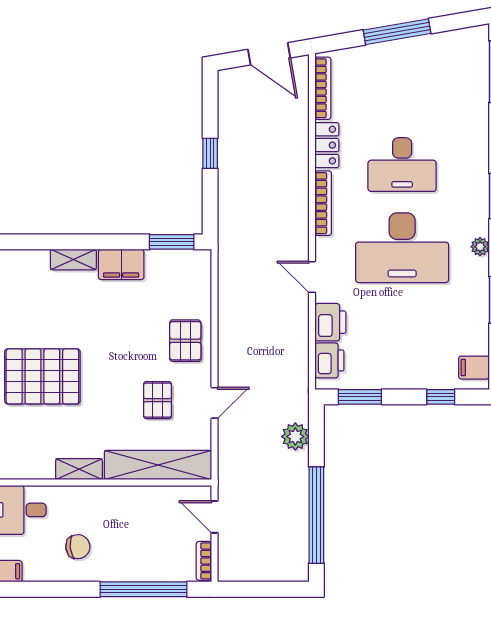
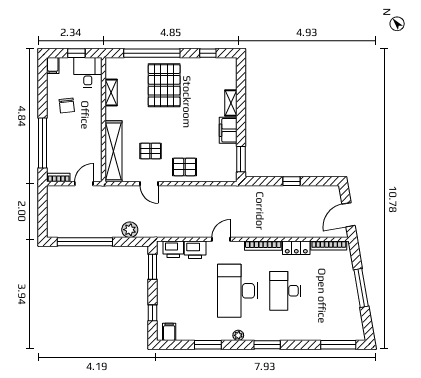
shelving: (79, 469) -> (111, 92), moved

